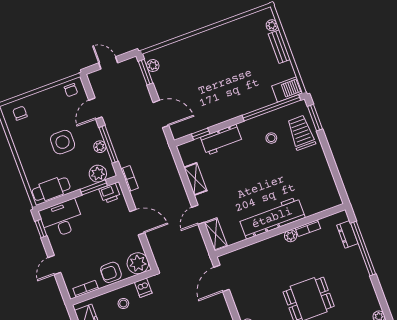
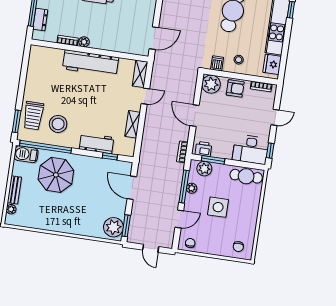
plant: (153, 66) -> (113, 227), width x1.87, depth x1.87
parasol: (245, 85) -> (56, 175), added
stool: (271, 138) -> (58, 124), width x1.89, depth x1.89

